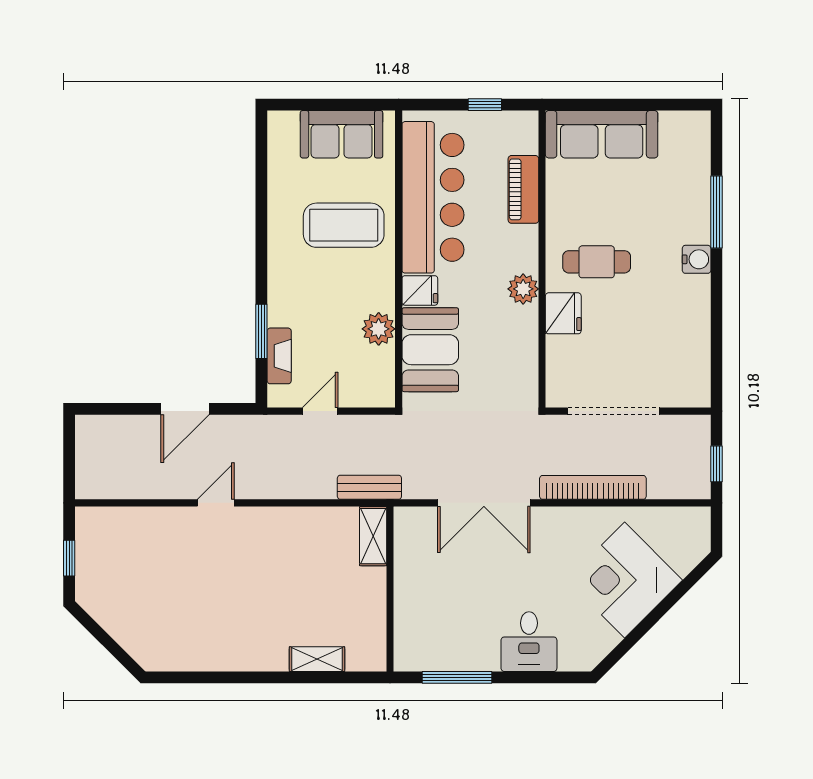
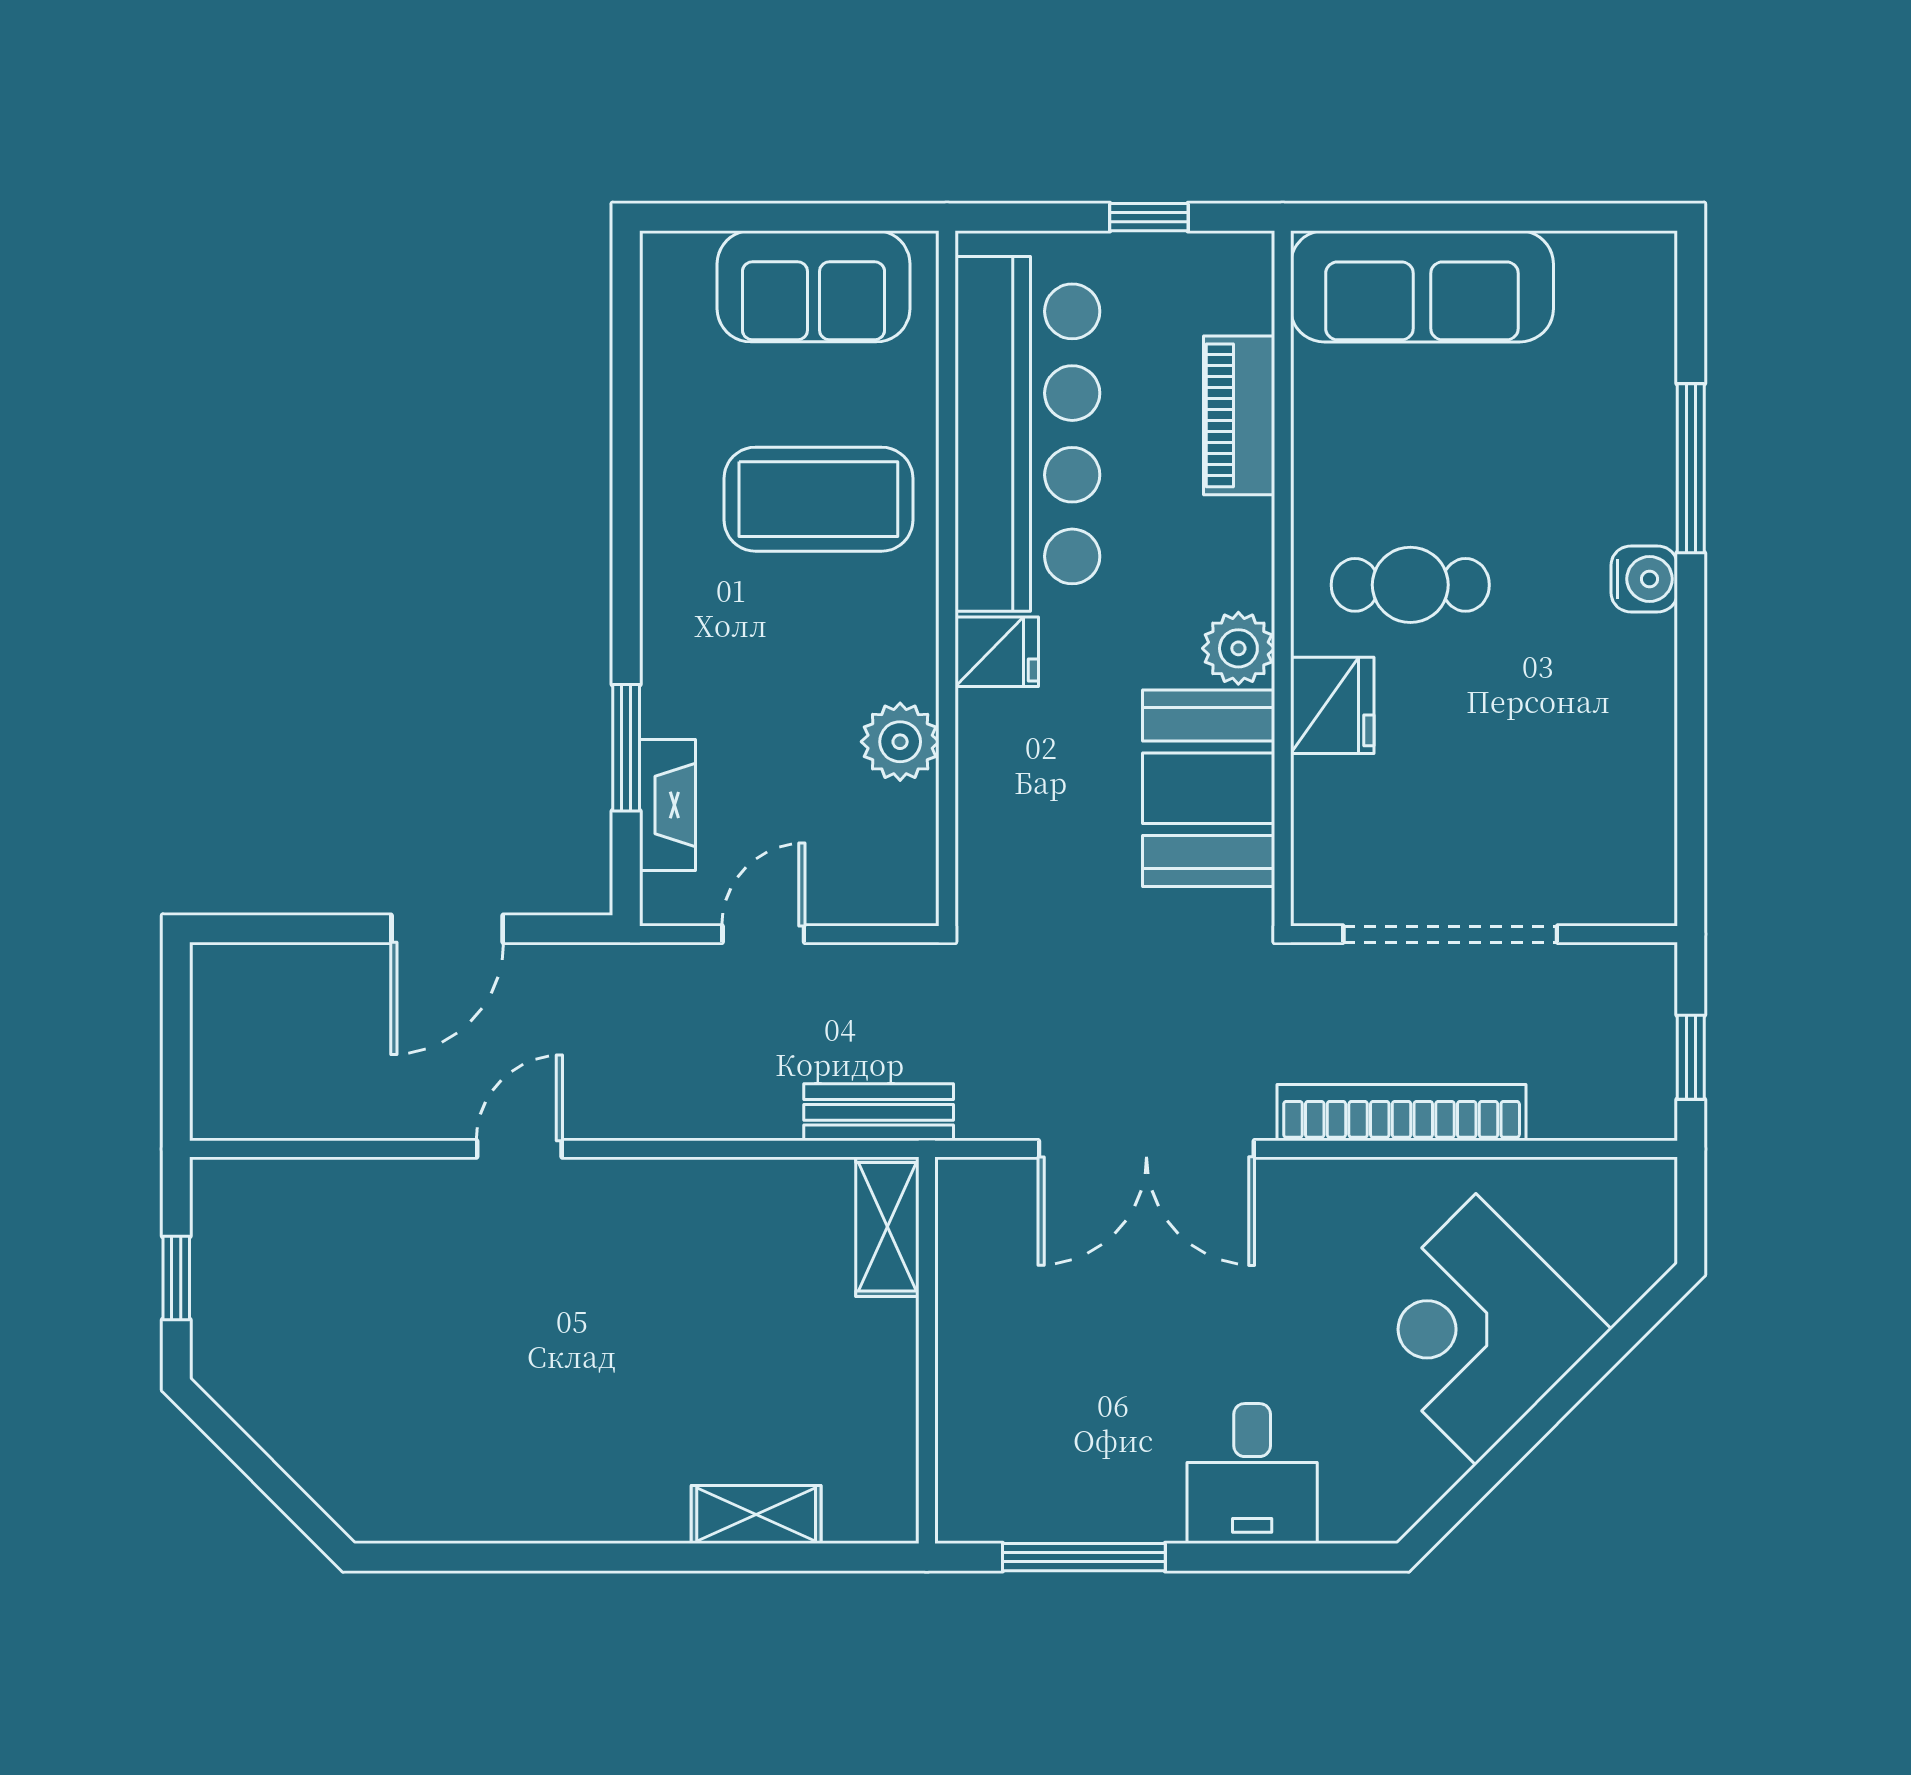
booth: (430, 350) -> (1209, 788), moved

